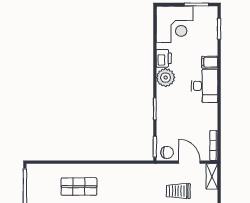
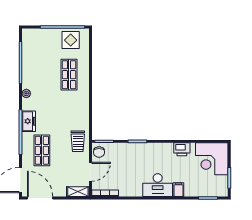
plant: (166, 78) -> (165, 151), removed
display table: (40, 185) -> (71, 40), added
trolley: (178, 191) -> (78, 141), moved, turned 180

